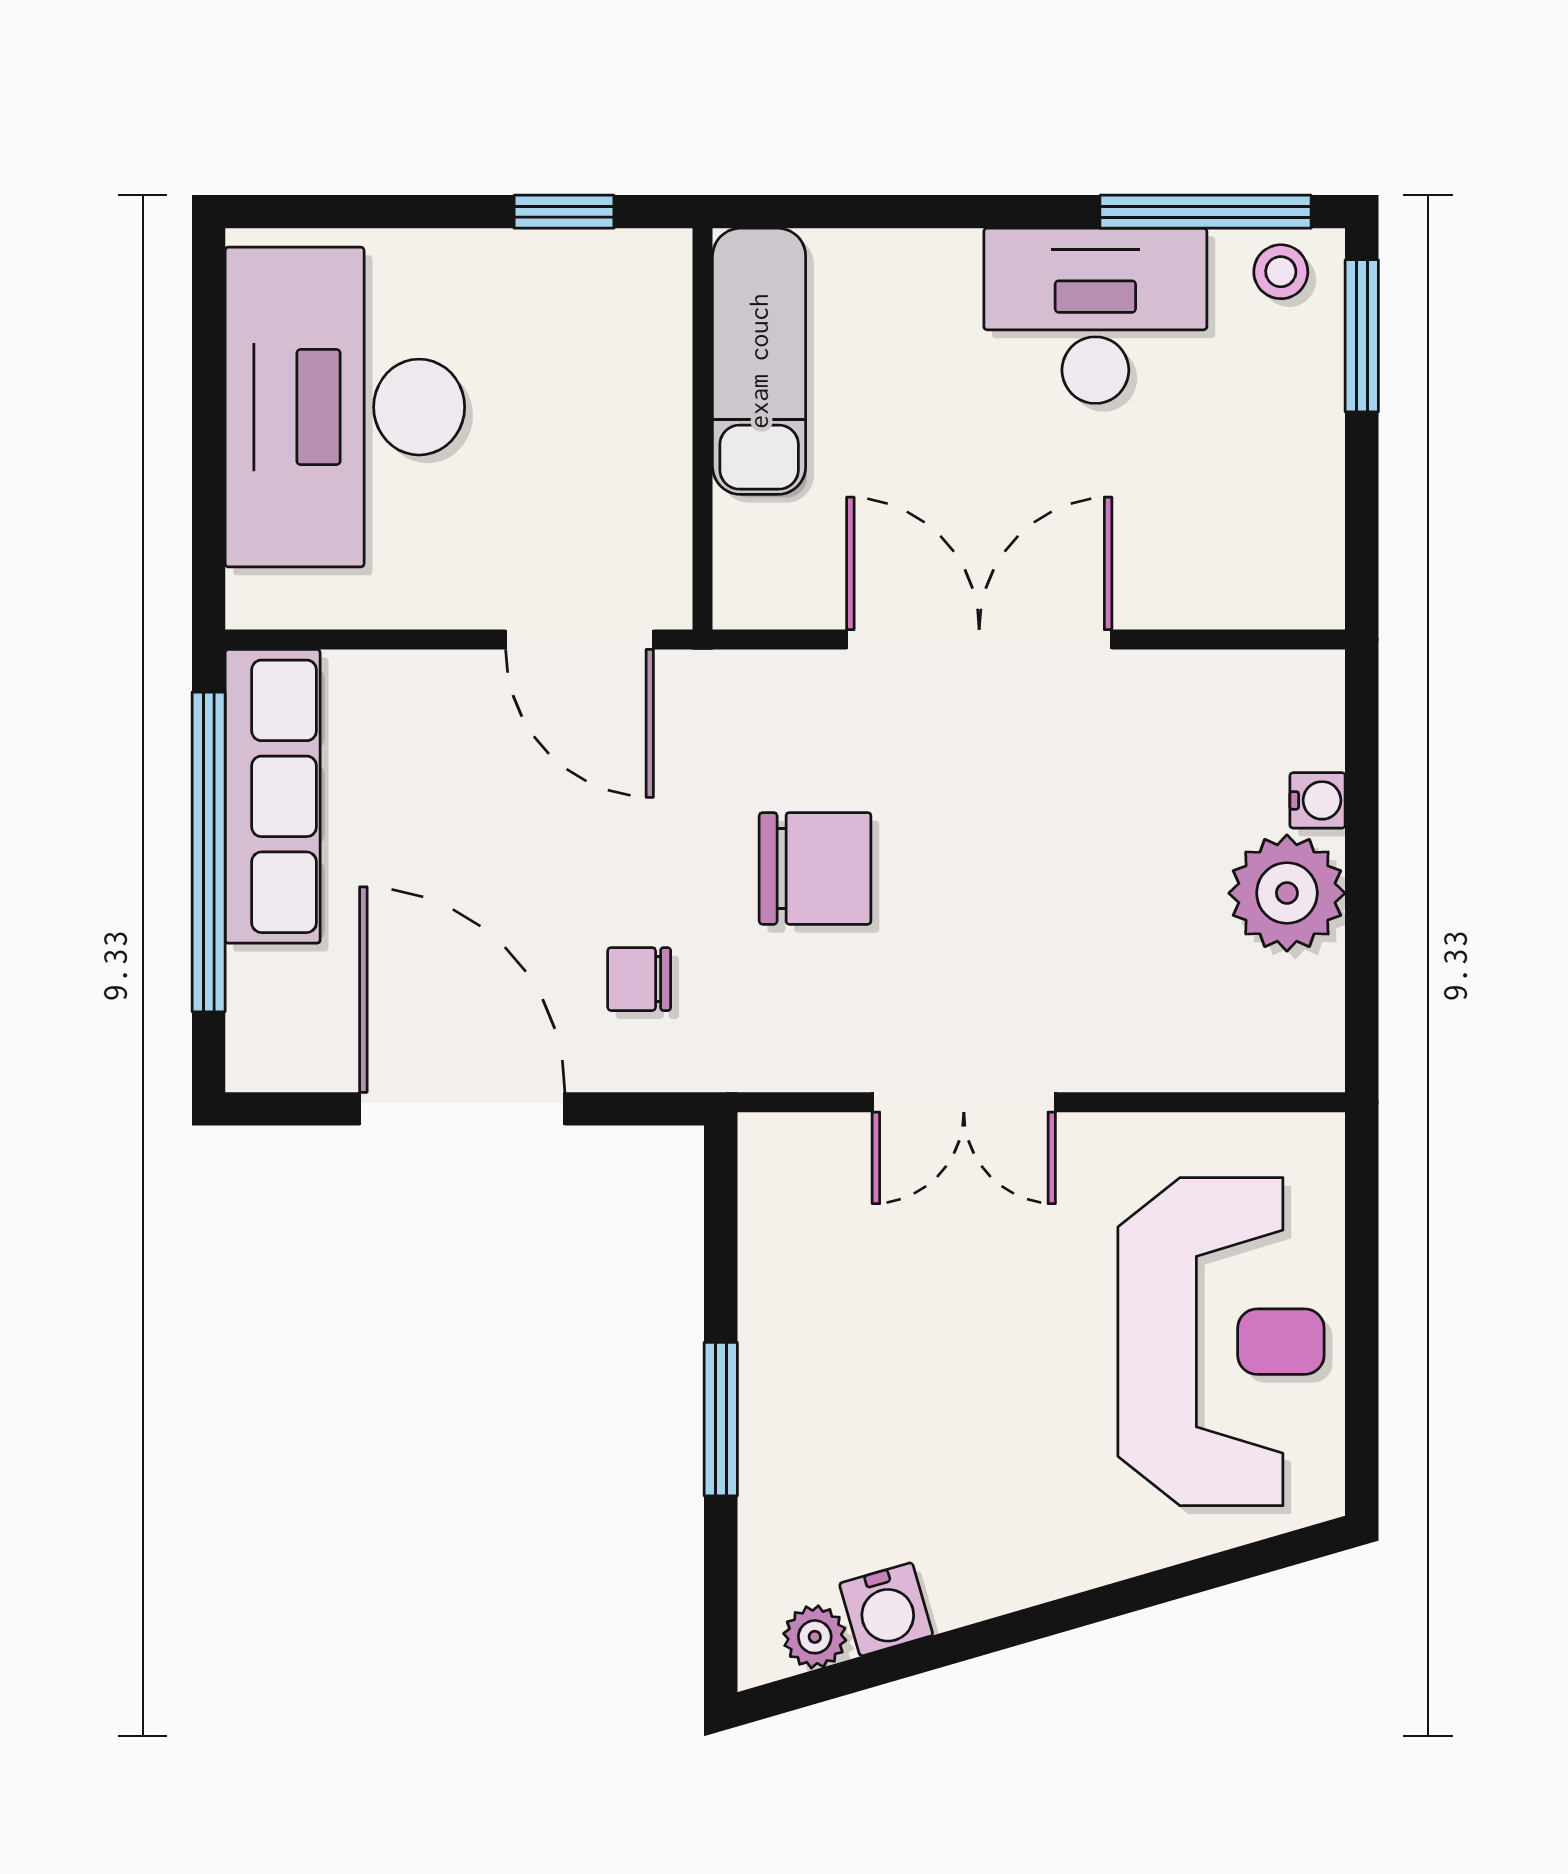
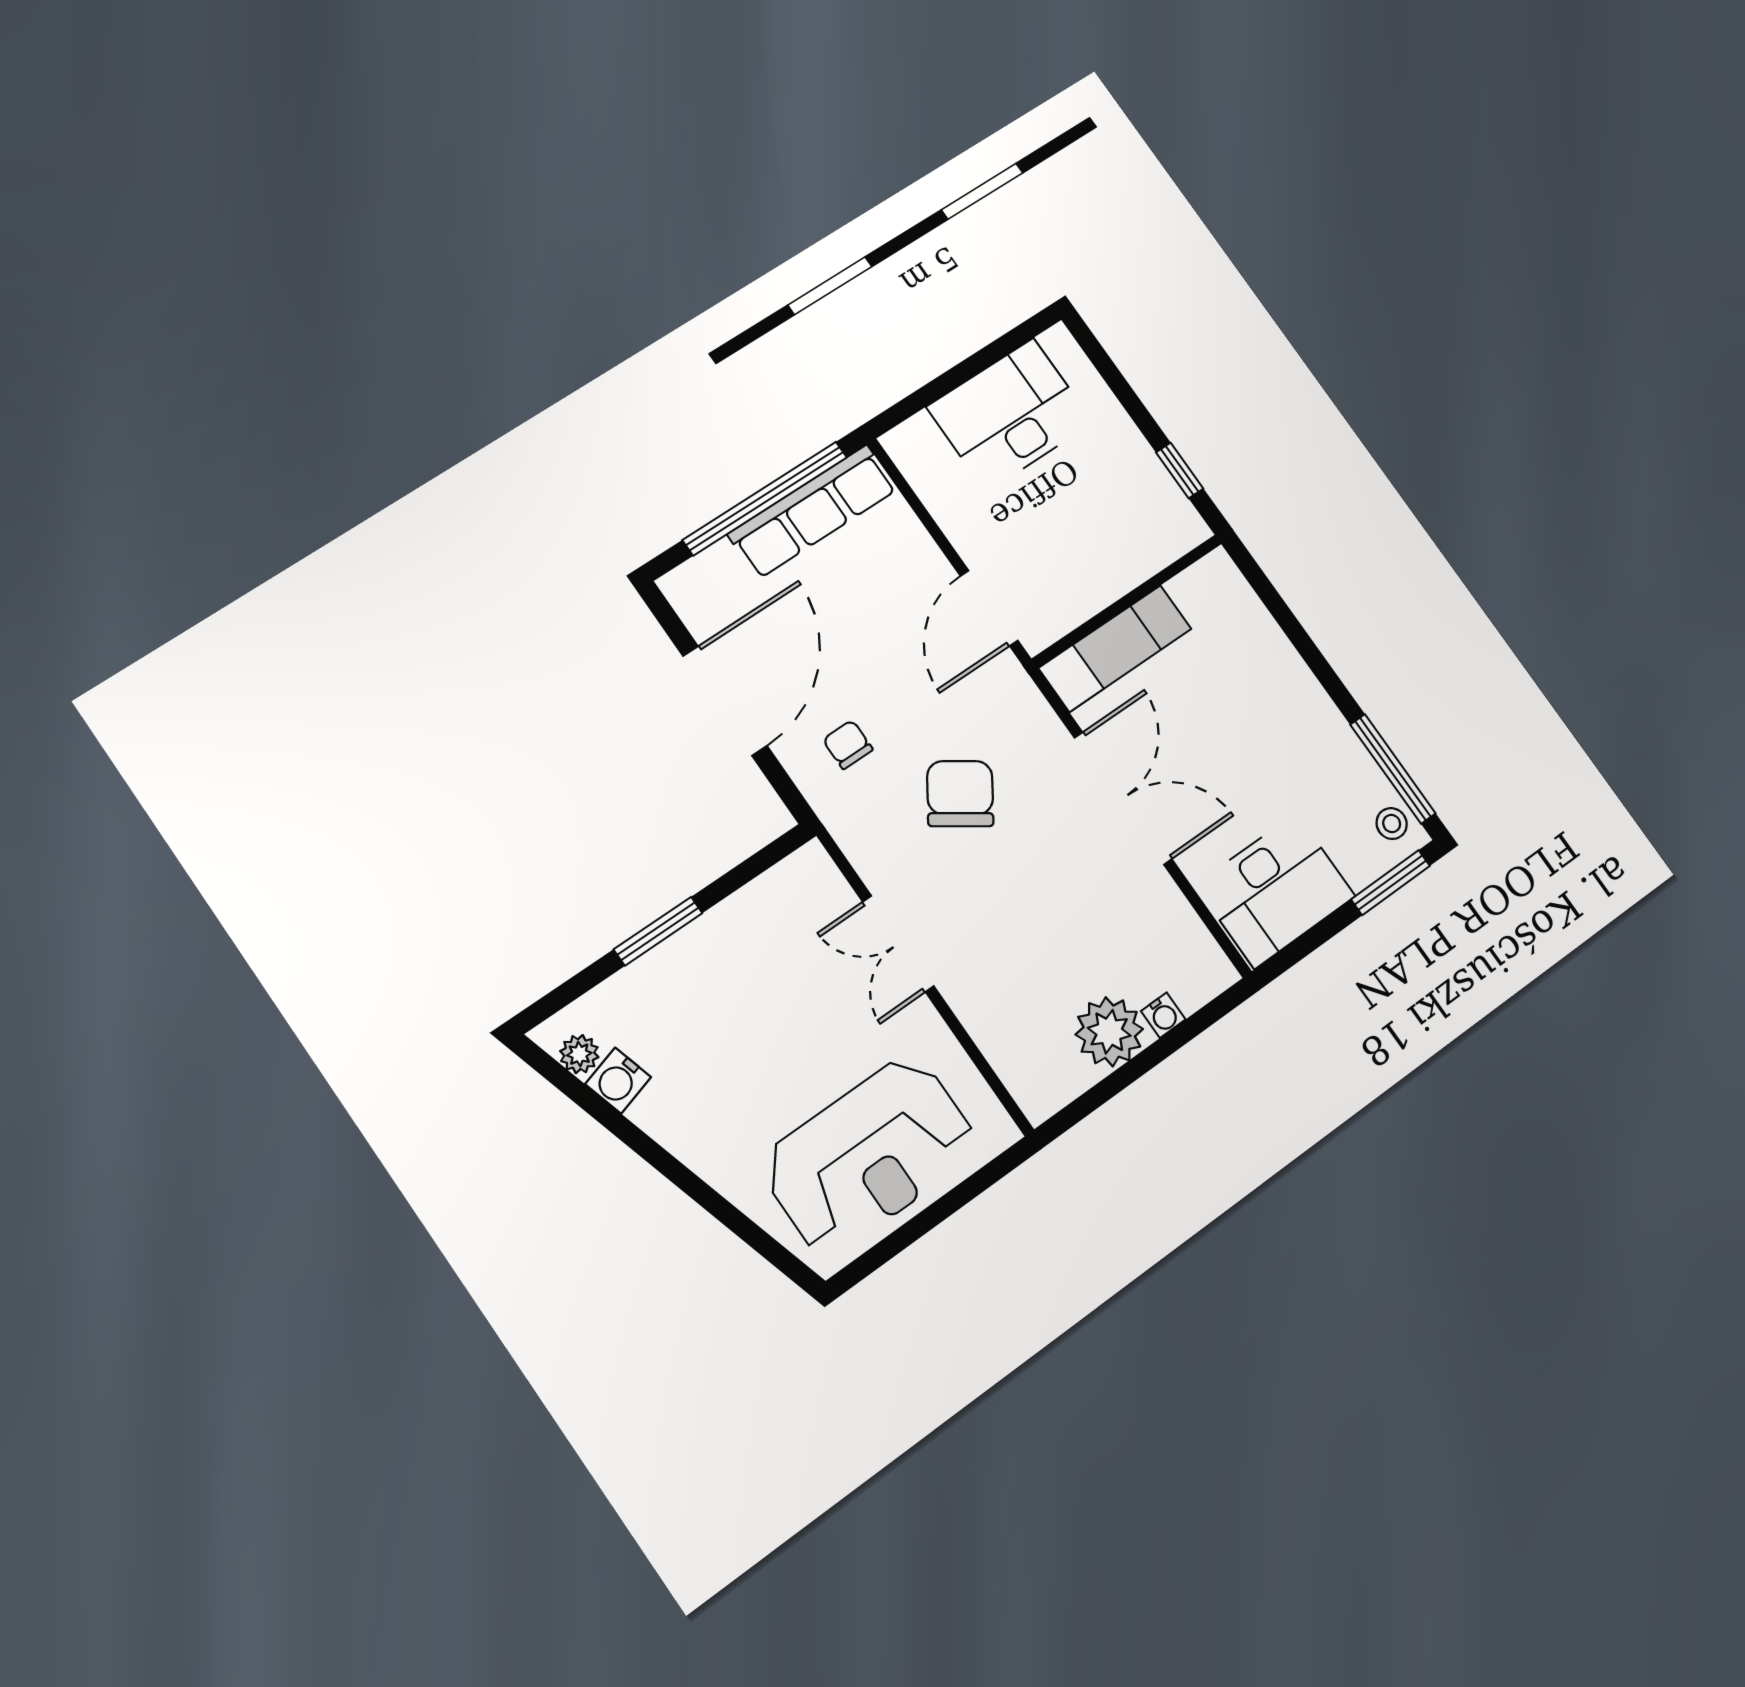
desk: (1095, 316) -> (1275, 891), moved, turned 90
exam couch: (759, 361) -> (1115, 648), moved
desk: (345, 407) -> (1010, 415), width x0.73, depth x0.77
chair: (815, 868) -> (960, 794), turned -146

